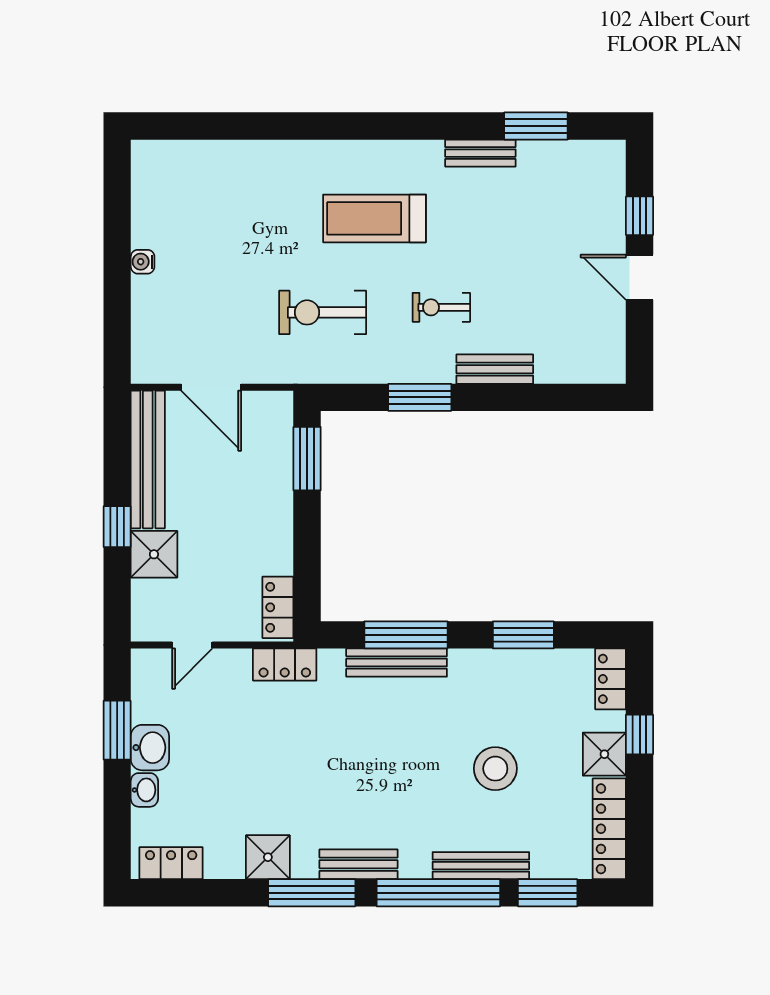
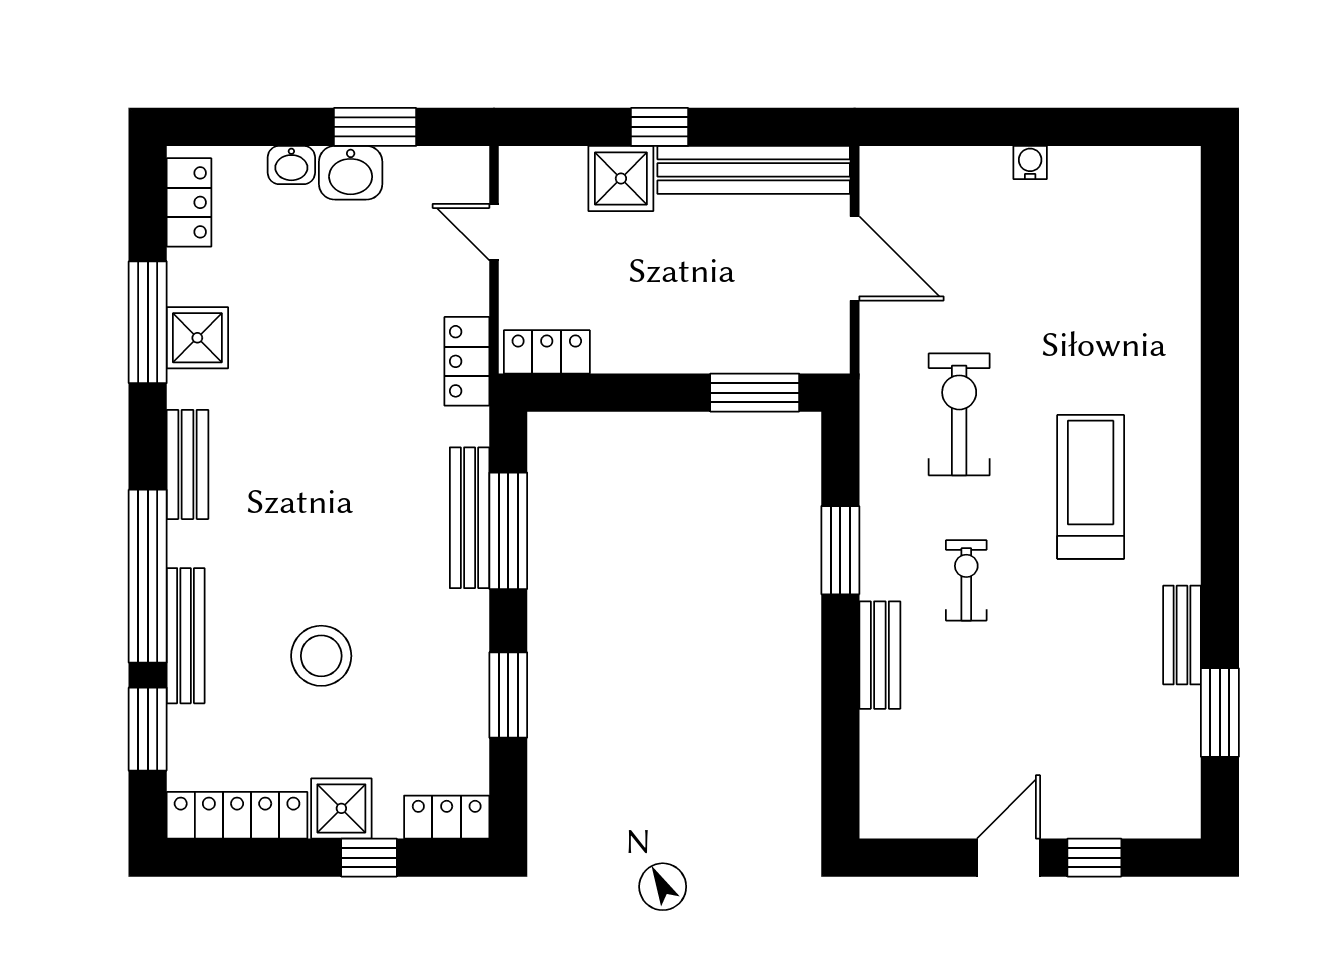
door: (211, 387) -> (855, 258), swing flipped
window: (312, 893) -> (148, 322), moved

